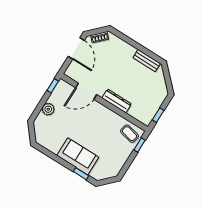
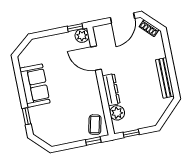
bench: (147, 61) -> (165, 78), width x1.36
plant: (48, 109) -> (82, 36), moved
plant: (136, 112) -> (117, 113), added
sofa: (78, 156) -> (35, 86), moved

